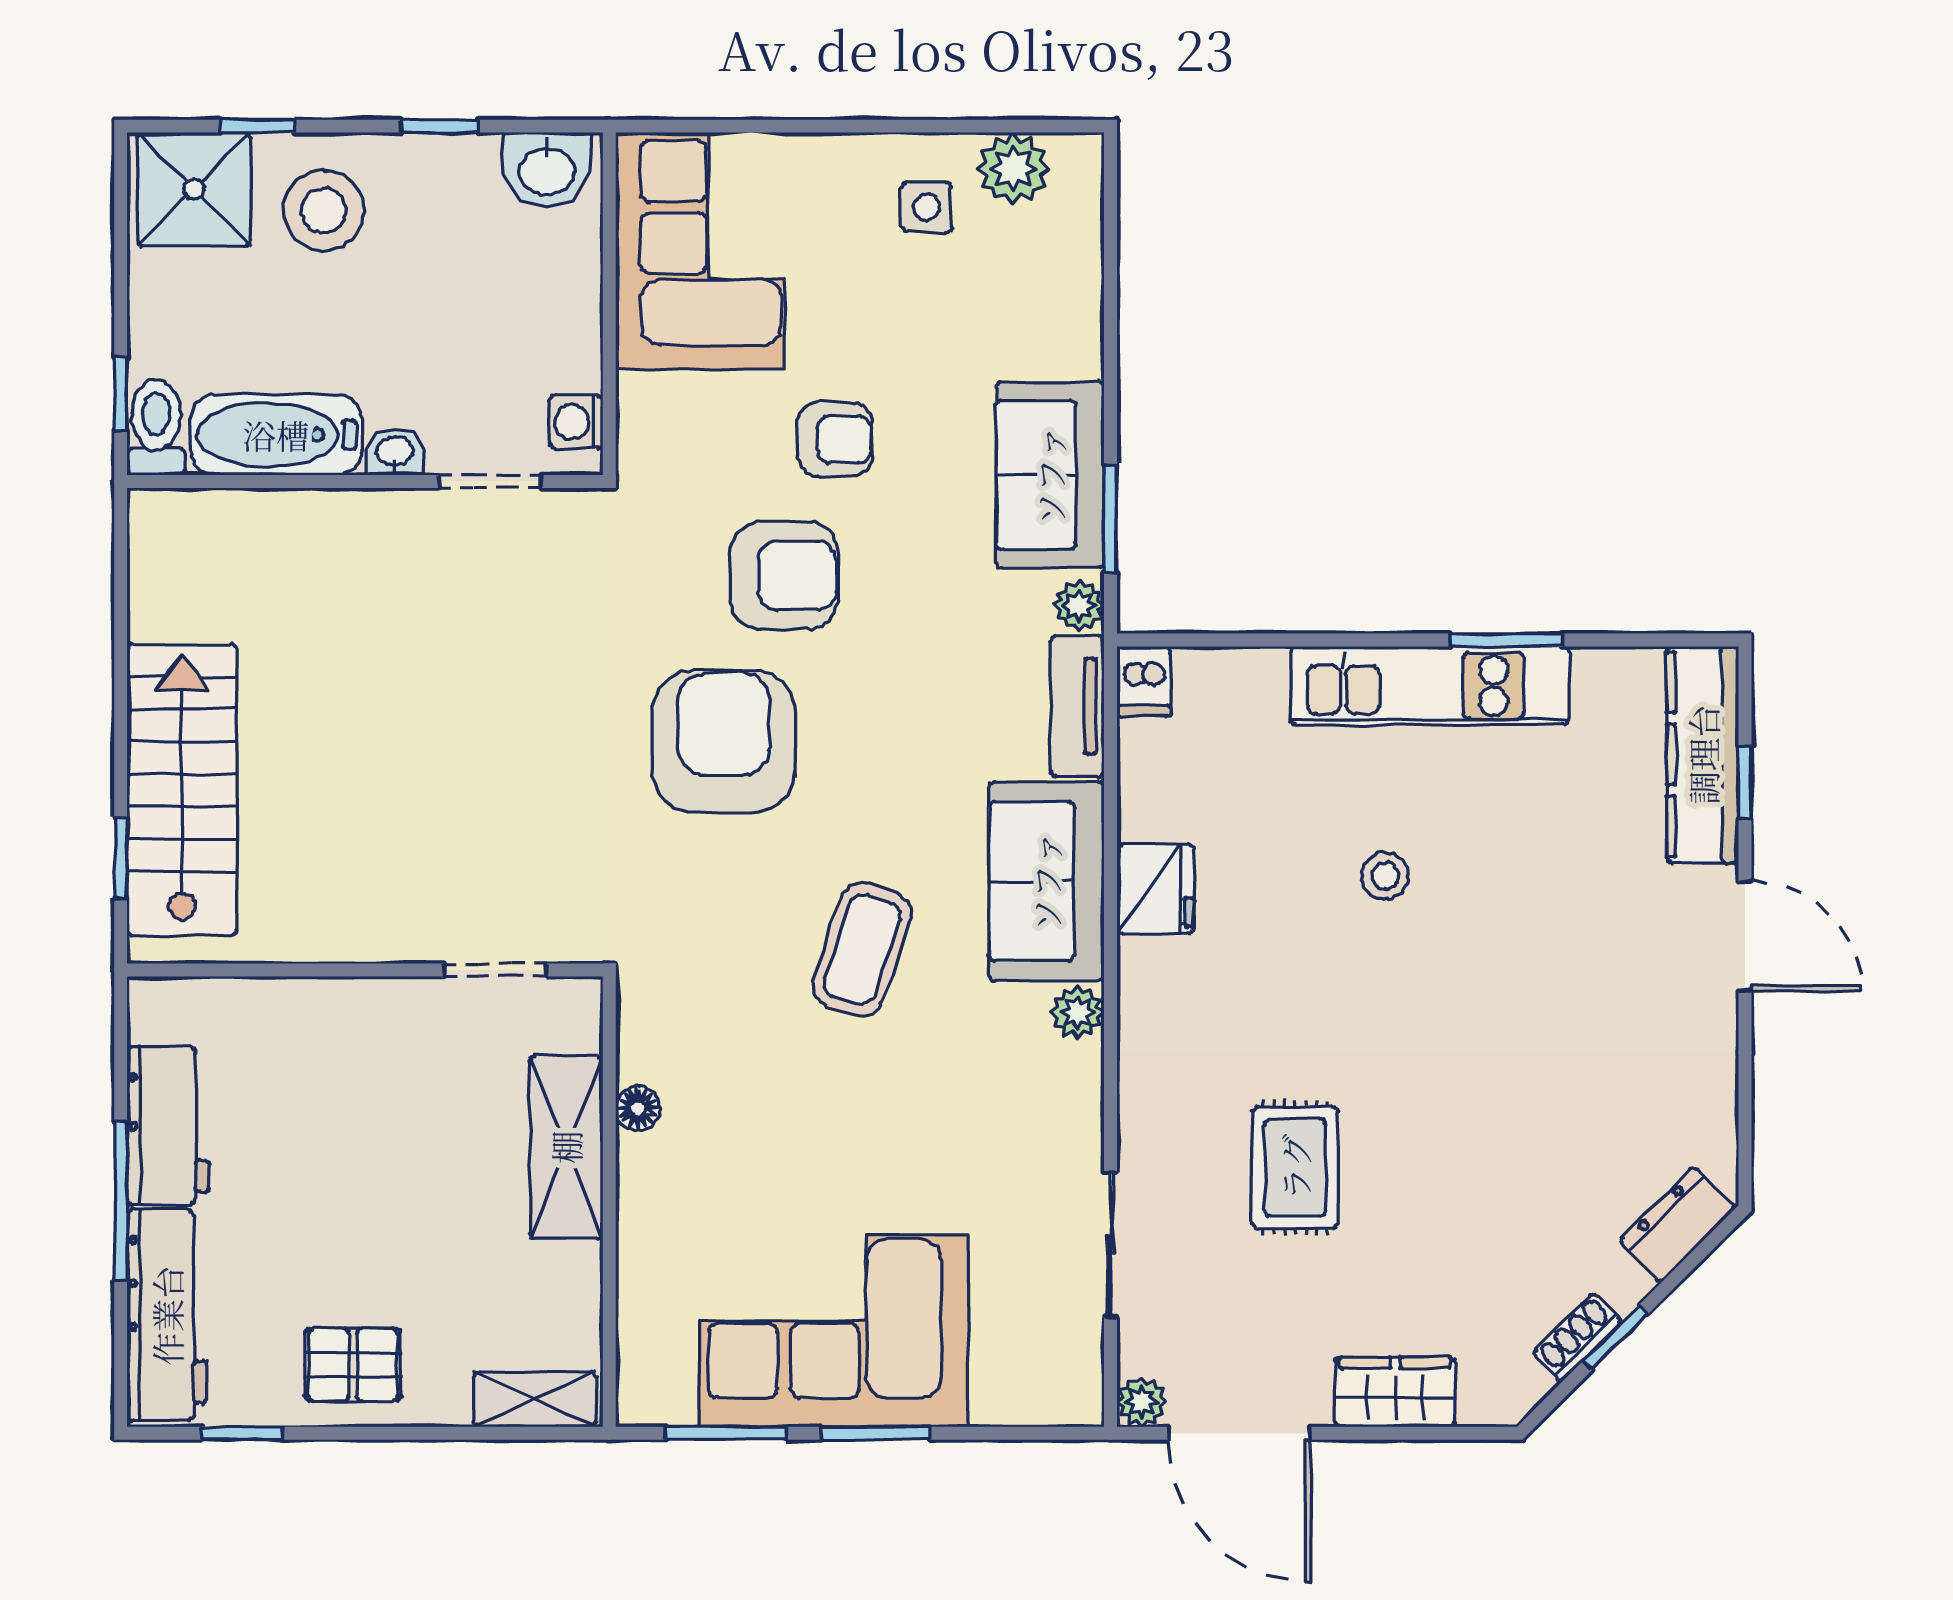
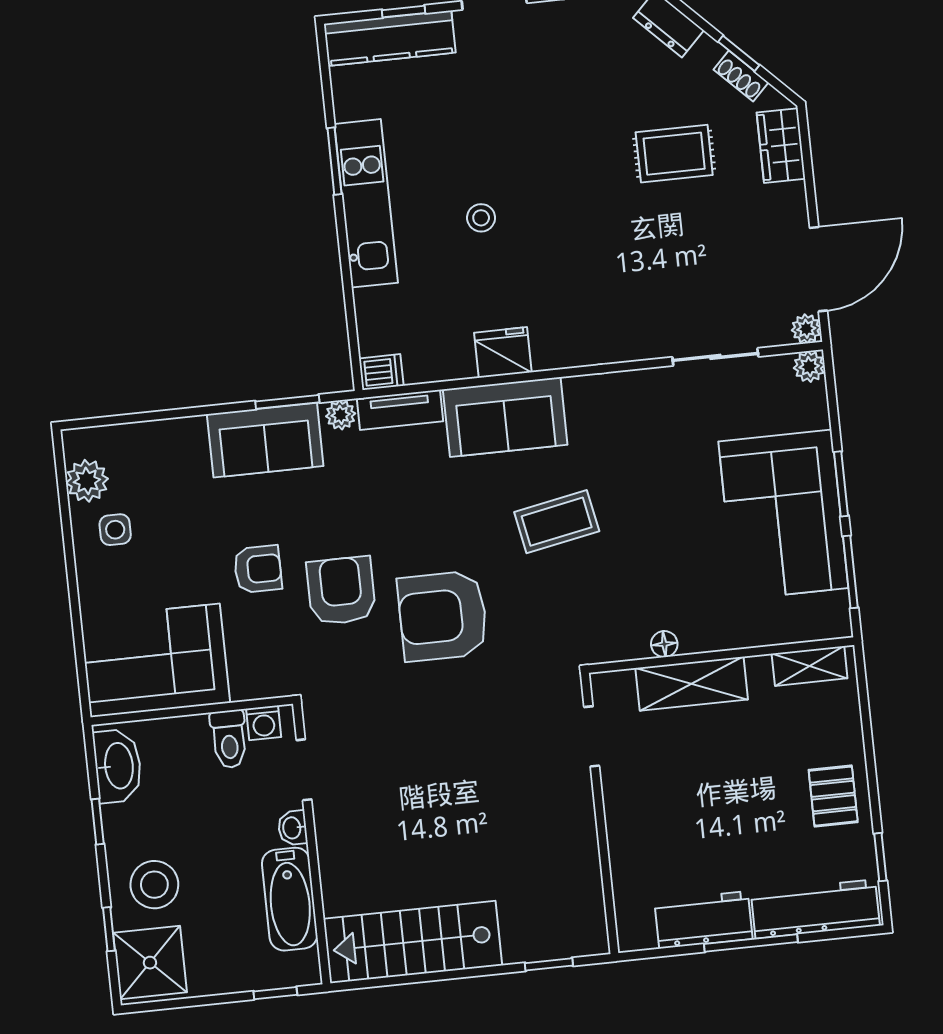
washbasin: (547, 170) -> (118, 766), width x1.38
toilet: (156, 427) -> (229, 739), moved, turned -90
armchair: (835, 440) -> (258, 569), turned 90
stairs: (182, 790) -> (413, 942), moved
coffee table: (862, 949) -> (557, 522), turned -30
plant: (1078, 1012) -> (809, 367), moved
rug: (1295, 1167) -> (674, 154), moved
wardrobe: (1395, 1392) -> (781, 146), moved
shelving: (535, 1399) -> (810, 666), moved, turned 90

